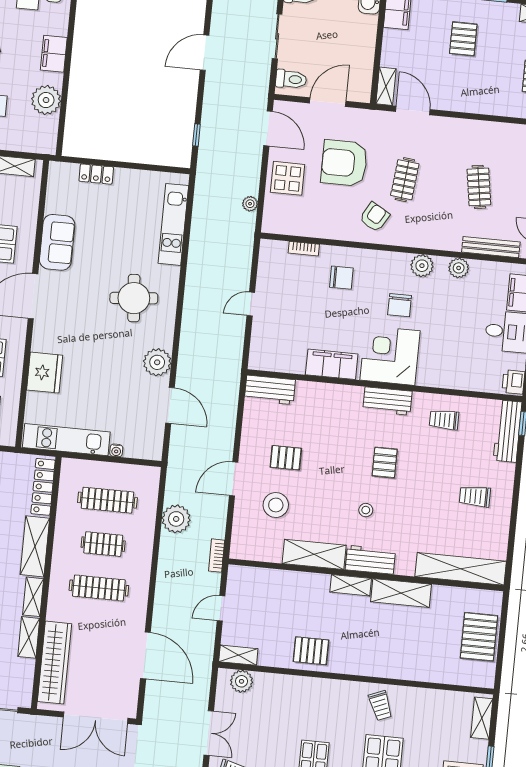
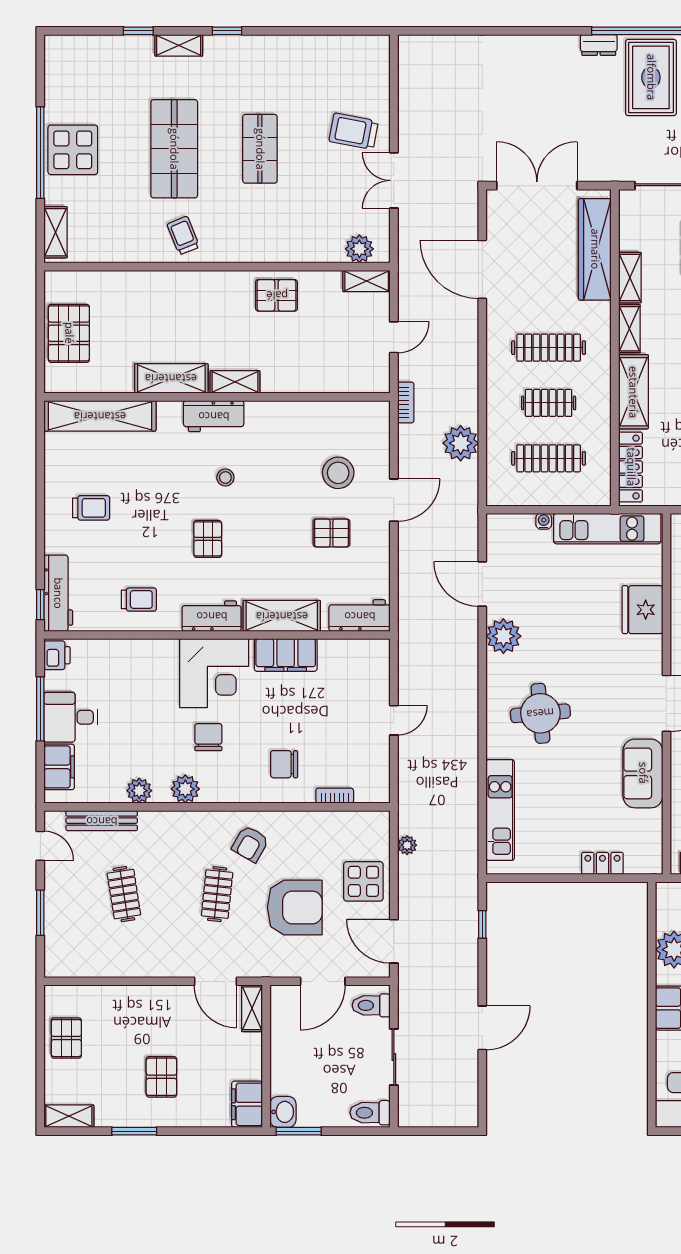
shelving: (314, 554) -> (282, 616), moved

